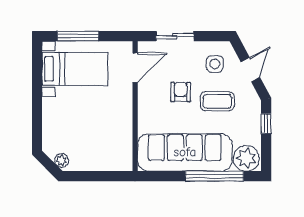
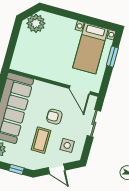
window: (78, 36) -> (112, 57), width x0.69
armchair: (181, 92) -> (54, 117), turned 180
plant: (62, 160) -> (36, 23), width x1.87, depth x1.87

